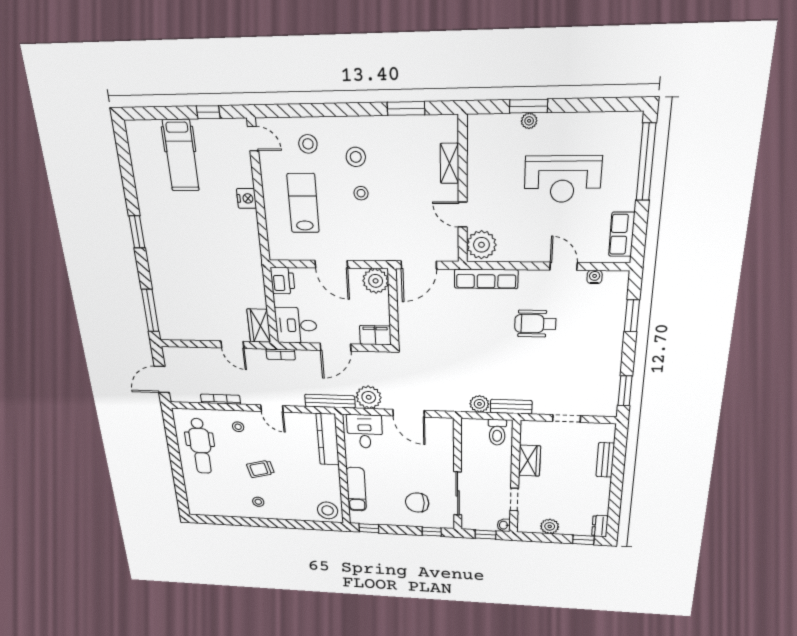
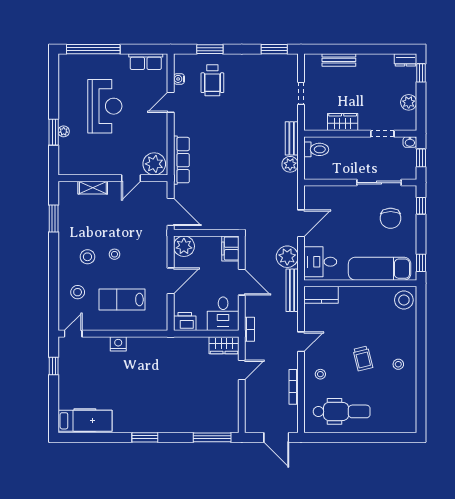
hospital bed: (181, 155) -> (85, 421), moved
wheelchair: (535, 324) -> (212, 80), moved
kitchen counter: (328, 439) -> (321, 295), width x0.67
exam couch: (356, 489) -> (380, 269), width x1.36, depth x1.45

